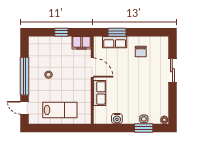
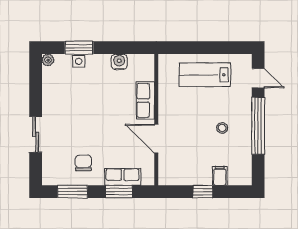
window: (148, 32) -> (73, 192), added
filing cabinet: (82, 43) -> (220, 176), moved, width x0.50

